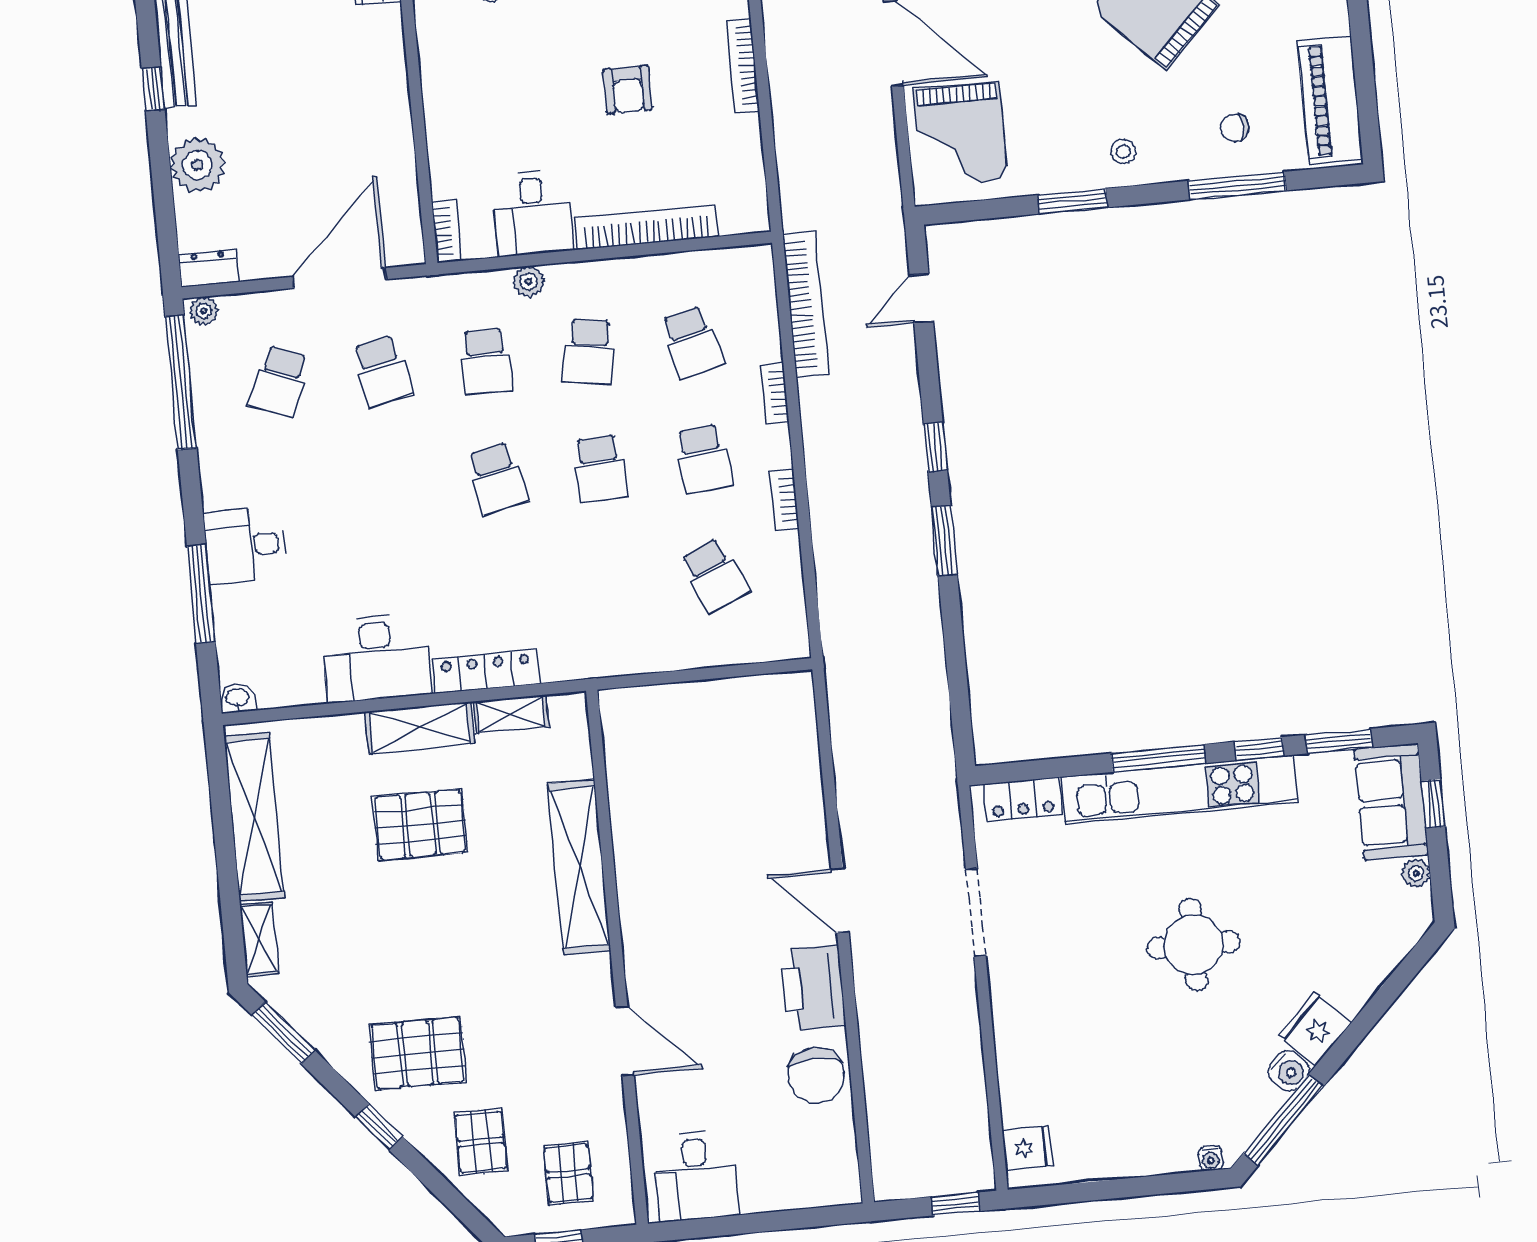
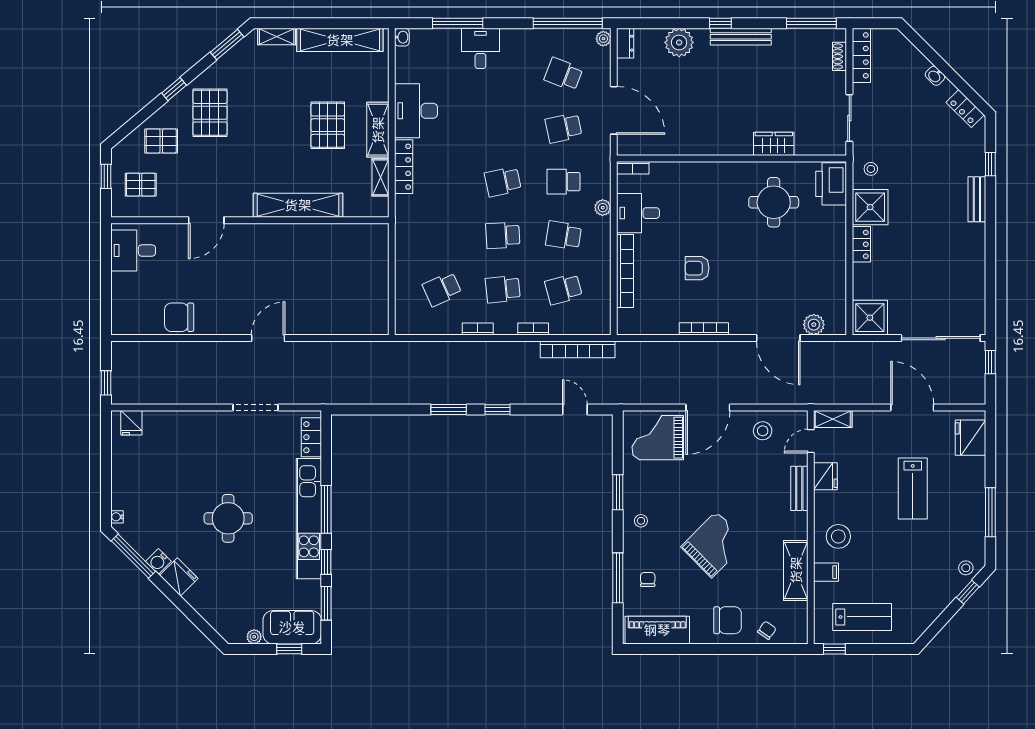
printer: (813, 988) -> (224, 320), removed

